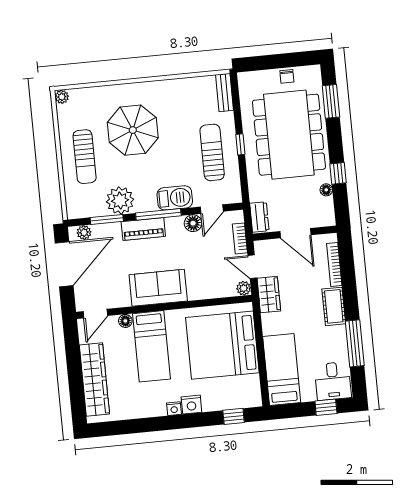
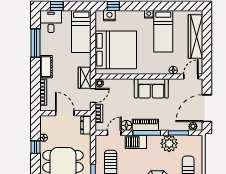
piano: (143, 229) -> (145, 125), moved
door: (252, 267) -> (93, 96), hinge flipped
bed: (152, 346) -> (163, 31), moved, turned 180
nightstand: (191, 405) -> (109, 16), moved

